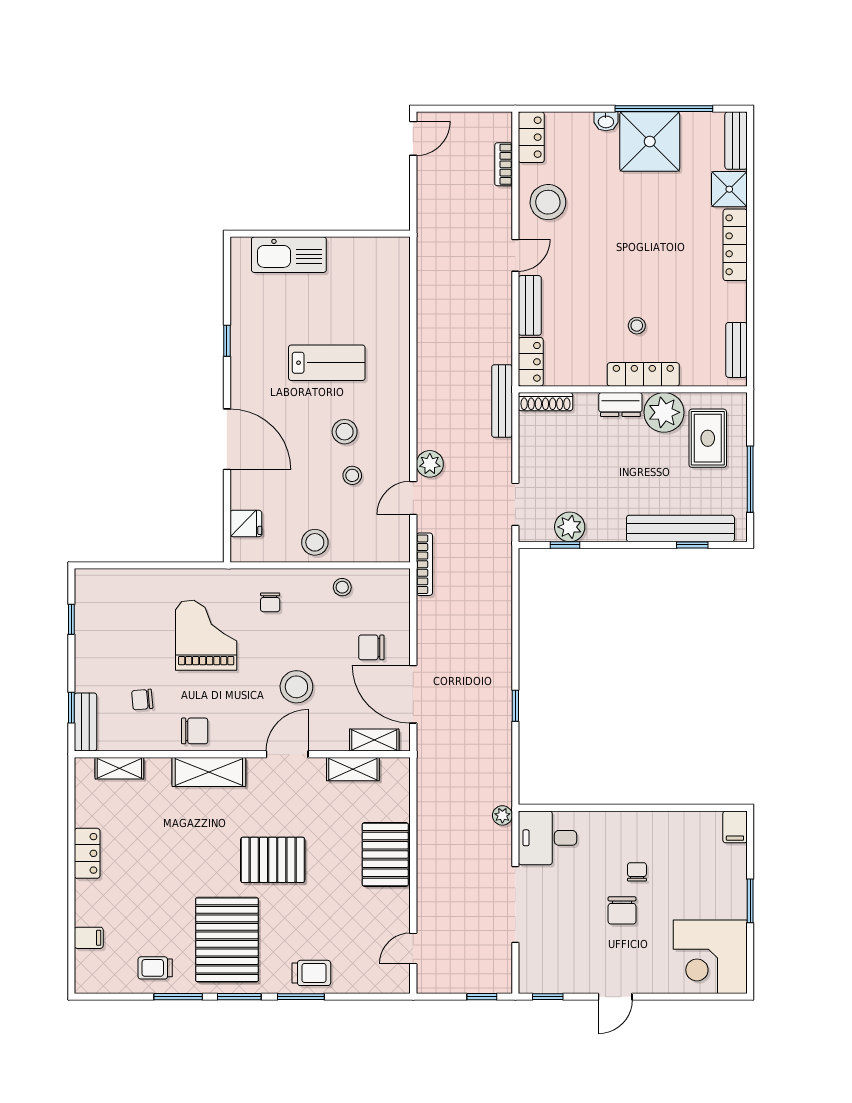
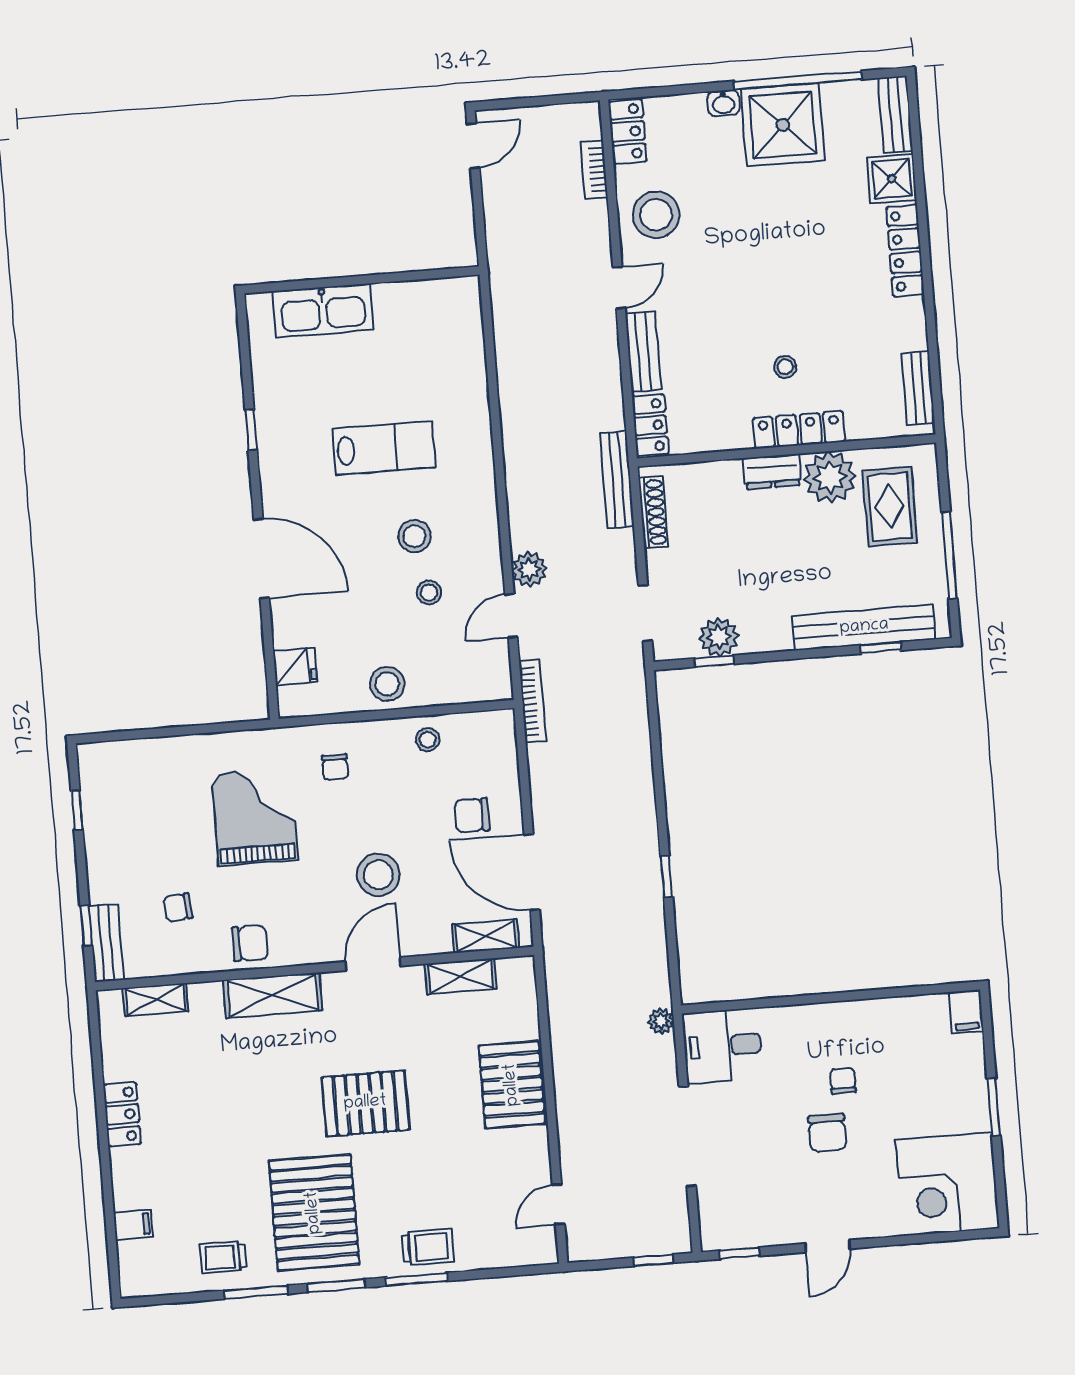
shoe rack: (545, 402) -> (653, 512), moved, turned -90

